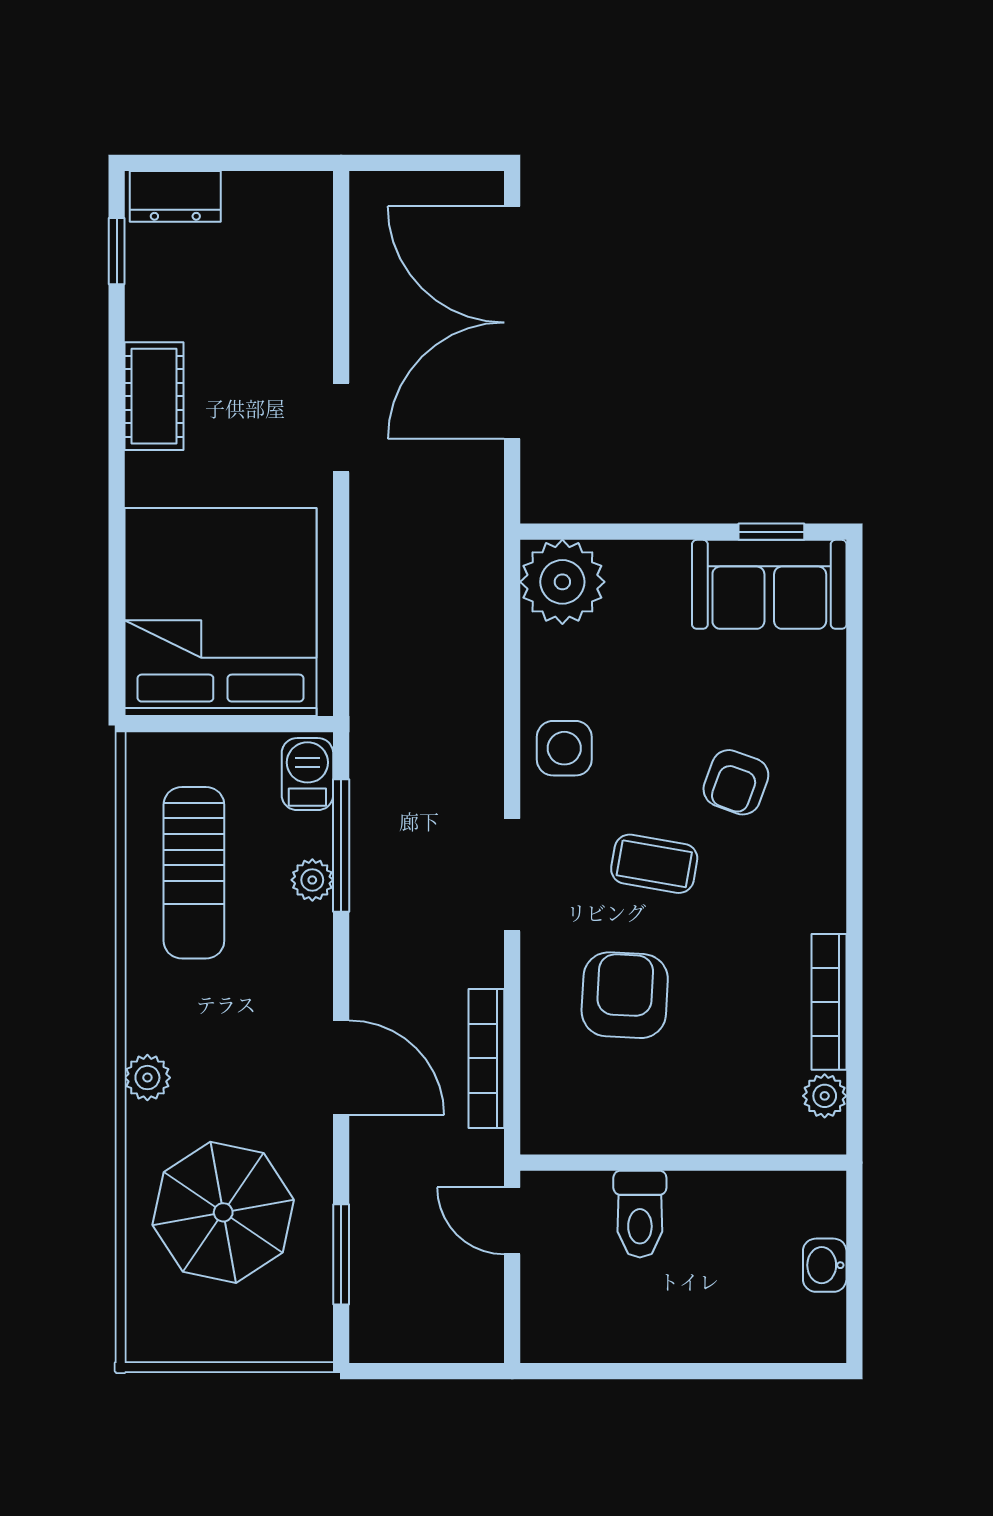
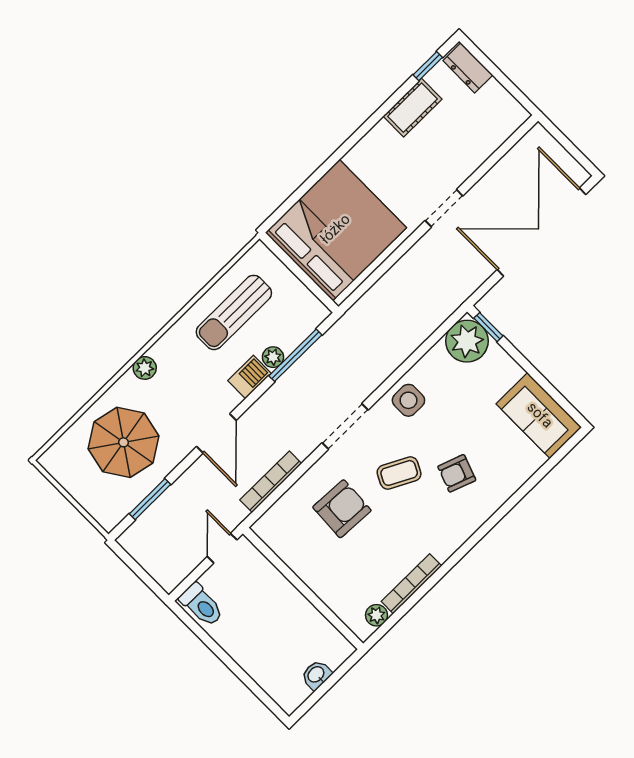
cot: (154, 396) -> (413, 108), moved
window: (771, 532) -> (488, 327), moved
barbecue: (307, 774) -> (249, 377), moved
coffee table: (654, 864) -> (399, 473), turned -73
toilet: (640, 1214) -> (201, 605), moved, turned -90

